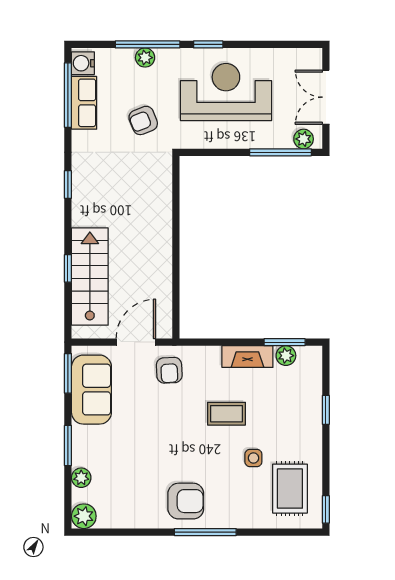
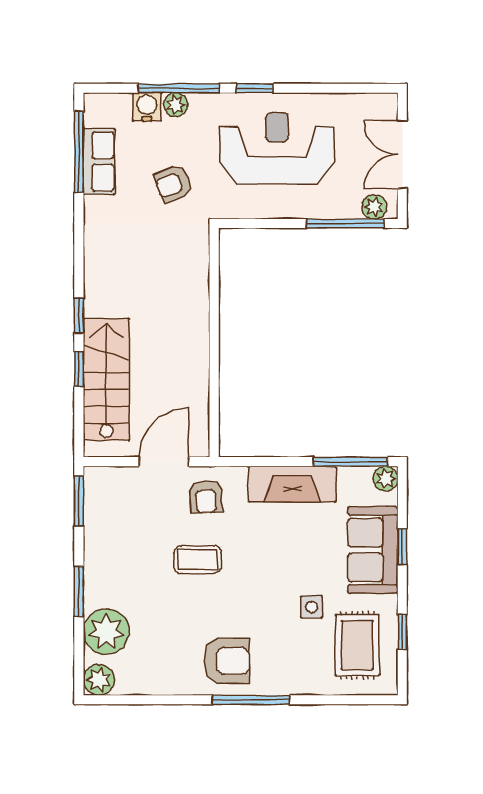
water cooler: (83, 63) -> (147, 107), moved, turned 90
window: (68, 185) -> (79, 316), moved
window: (285, 342) -> (351, 462), width x1.44
plant: (286, 356) -> (385, 478), moved
fireplace: (247, 357) -> (292, 484), width x1.37, depth x1.32
sofa: (91, 390) -> (373, 550), moved, turned 180
coffee table: (226, 414) -> (198, 560), moved
plant: (81, 478) -> (106, 632), width x1.87, depth x1.87
window: (326, 509) -> (402, 632), moved

